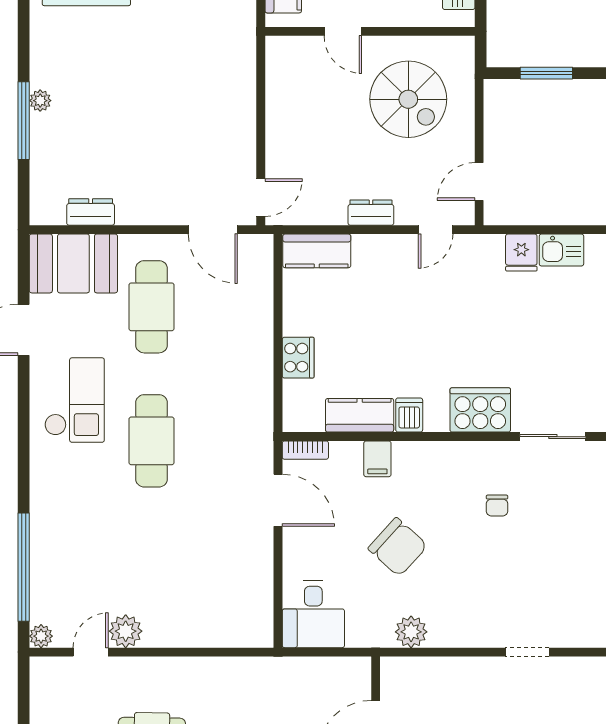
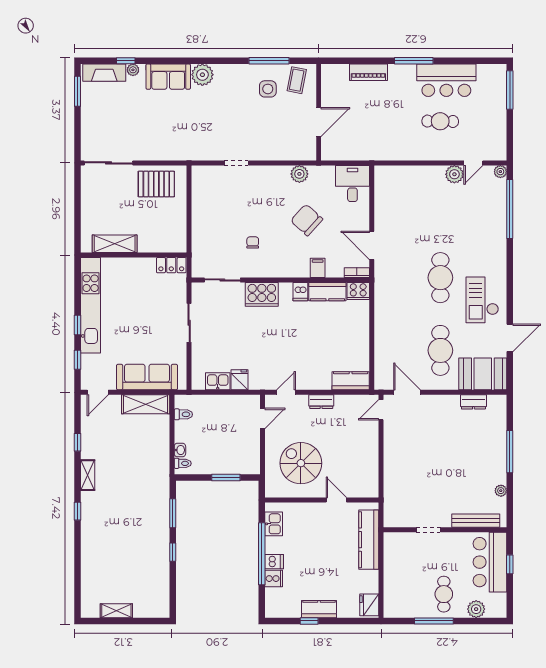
plant: (40, 101) -> (501, 491), moved
cooker: (298, 358) -> (358, 291), moved, turned -90

